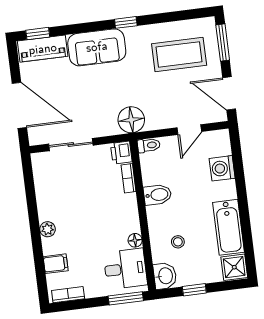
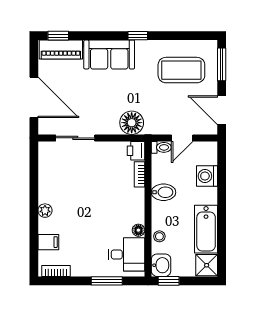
toilet: (149, 145) -> (161, 147), moved
printer: (121, 153) -> (136, 151), moved
bookcase: (128, 178) -> (140, 174), moved
bidet: (158, 195) -> (164, 192), moved
wall: (143, 215) -> (148, 209), moved
floor lamp: (135, 240) -> (138, 230), moved
desk: (125, 269) -> (127, 254), moved
washbasin: (165, 276) -> (161, 265), moved

